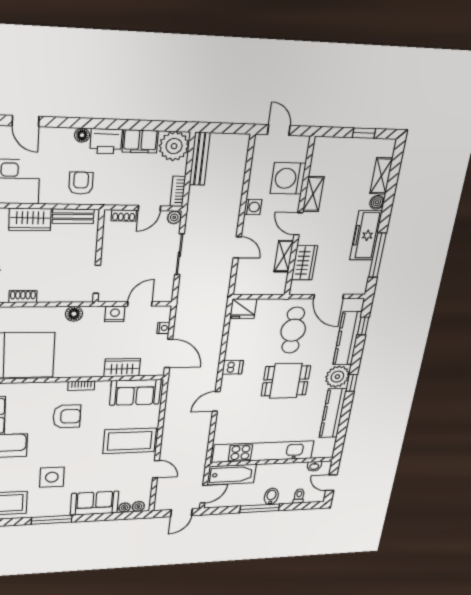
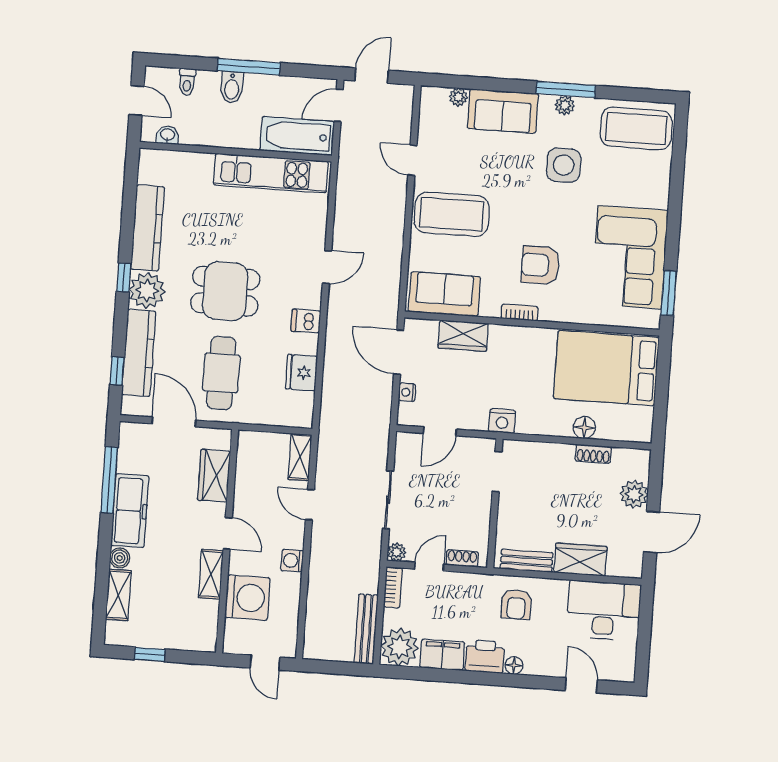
shelving: (284, 256) -> (300, 457), moved
fridge: (243, 309) -> (302, 373), moved, turned -90
floor lamp: (74, 314) -> (584, 428), moved
nightstand: (115, 314) -> (502, 421), moved
kitchen unit: (263, 452) -> (271, 173), width x0.73
plant: (138, 506) -> (565, 105), moved

